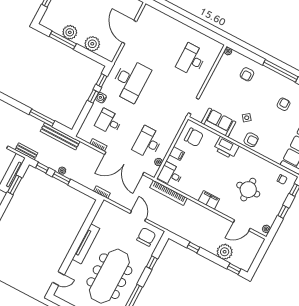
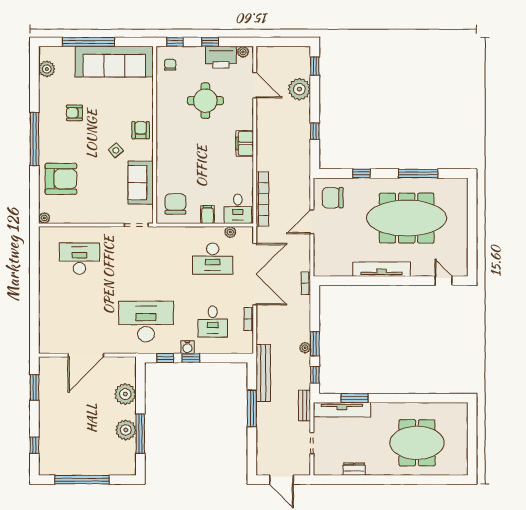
desk: (191, 60) -> (79, 259), turned 180
armchair: (247, 74) -> (61, 179), width x1.88, depth x1.88
printer: (226, 148) -> (221, 57), moved, turned 90

